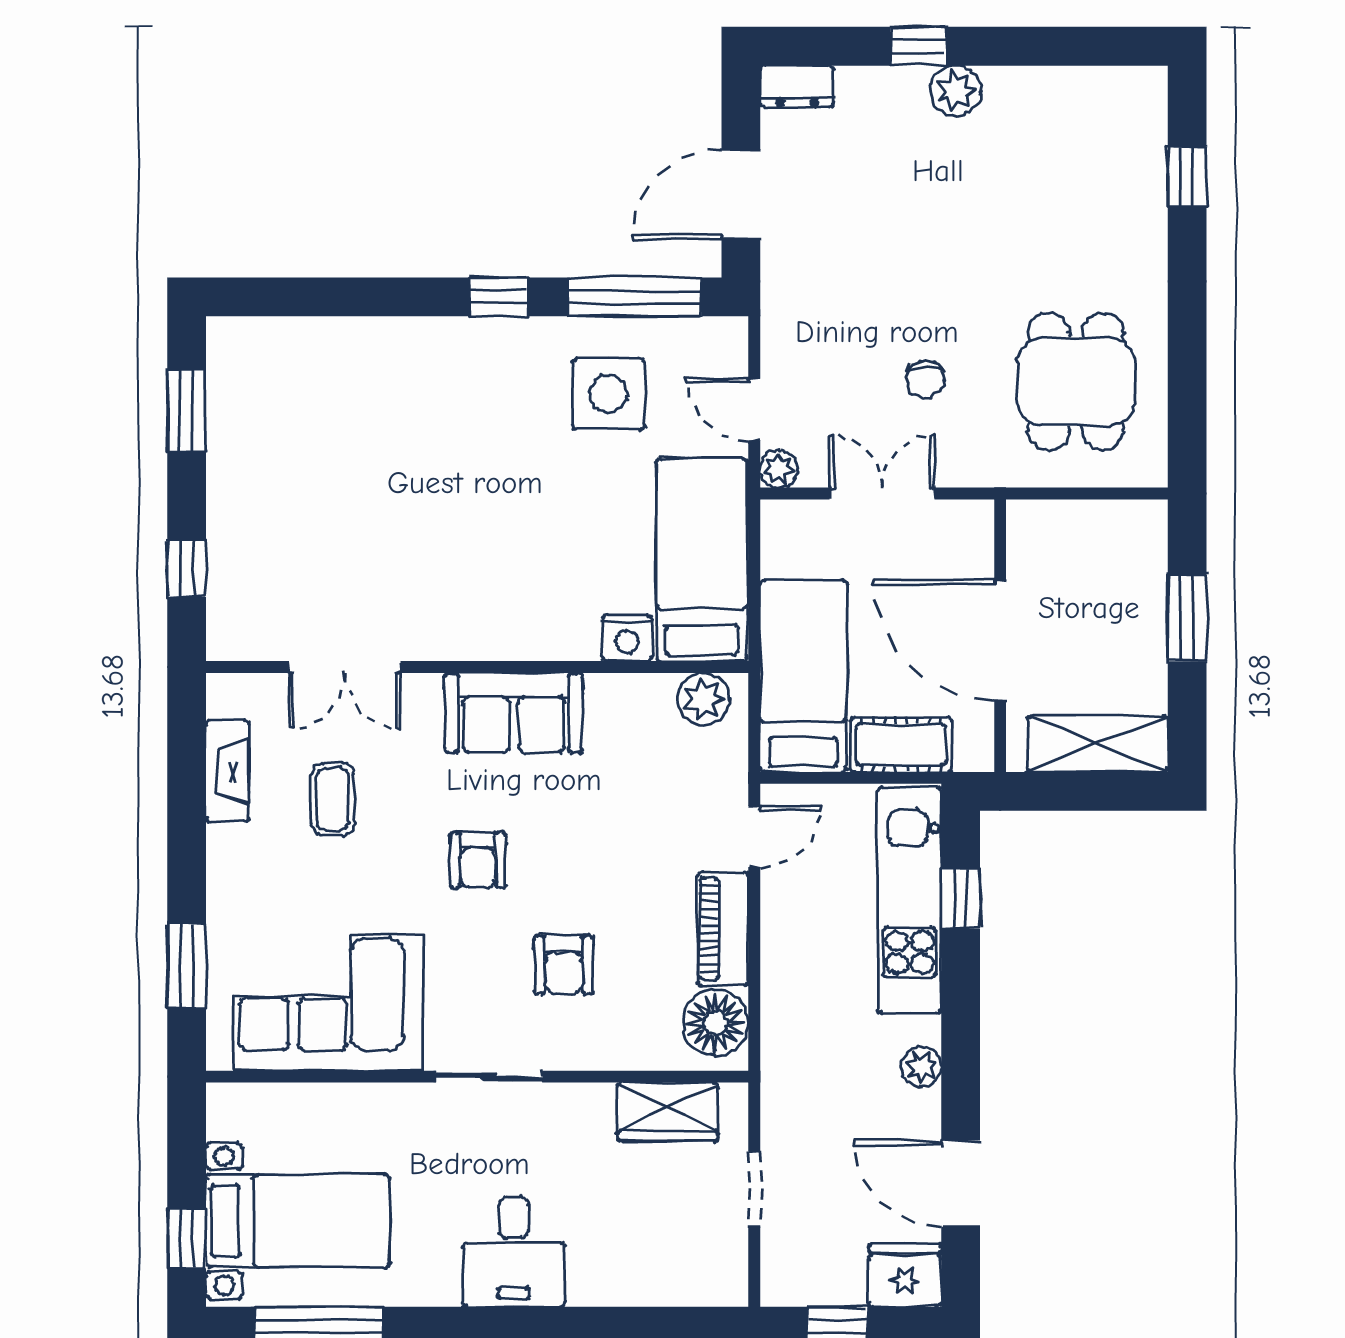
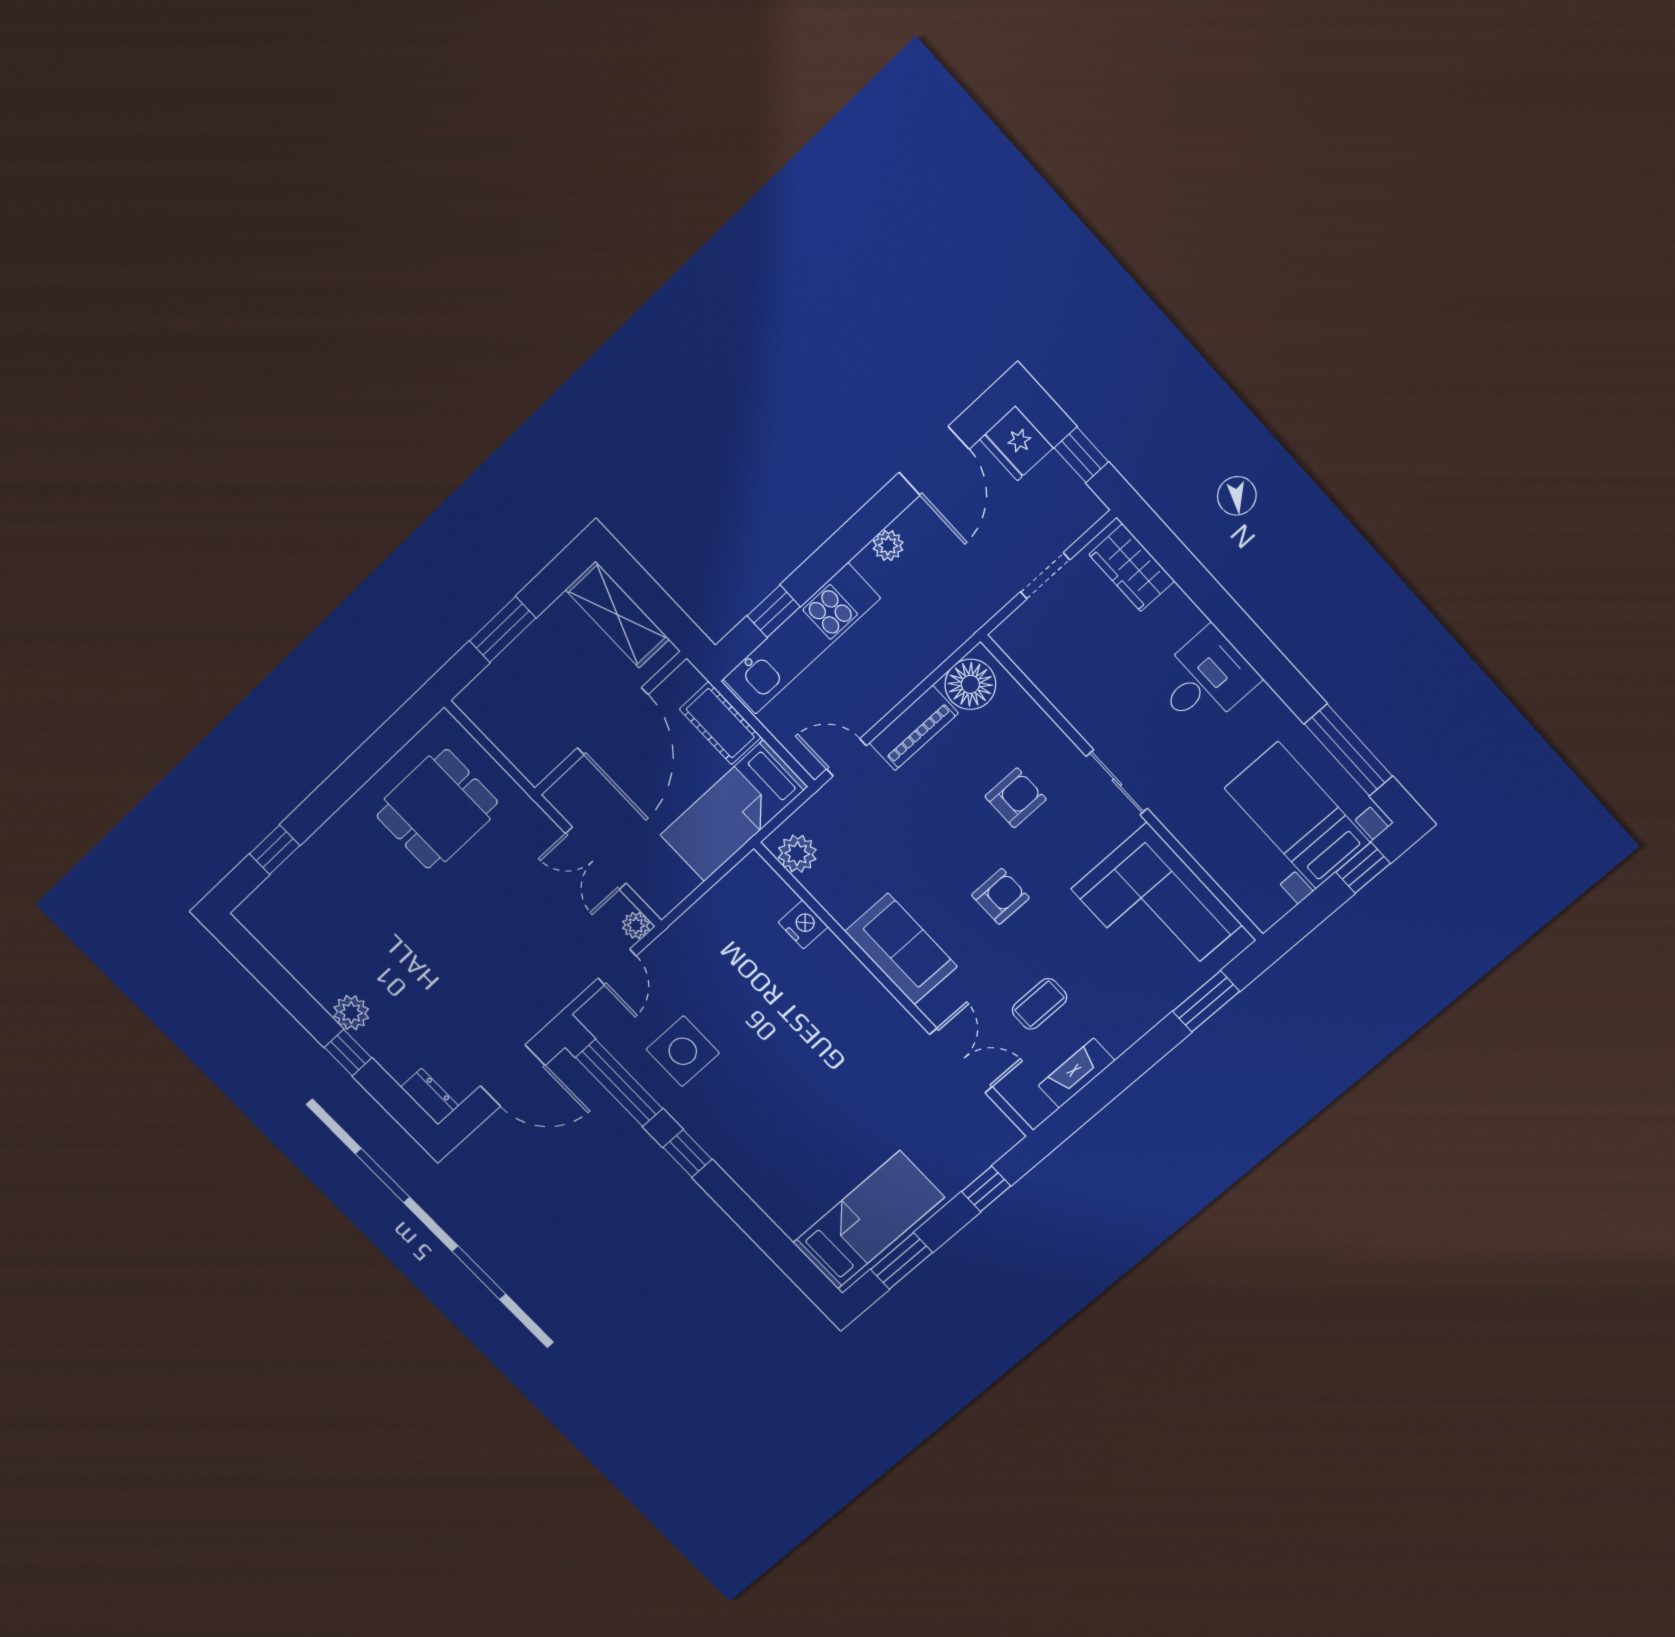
chair: (925, 380) -> (514, 890), removed
bed: (702, 560) -> (869, 1220), moved, turned 180
wardrobe: (668, 1112) -> (1132, 568), moved, turned 180

